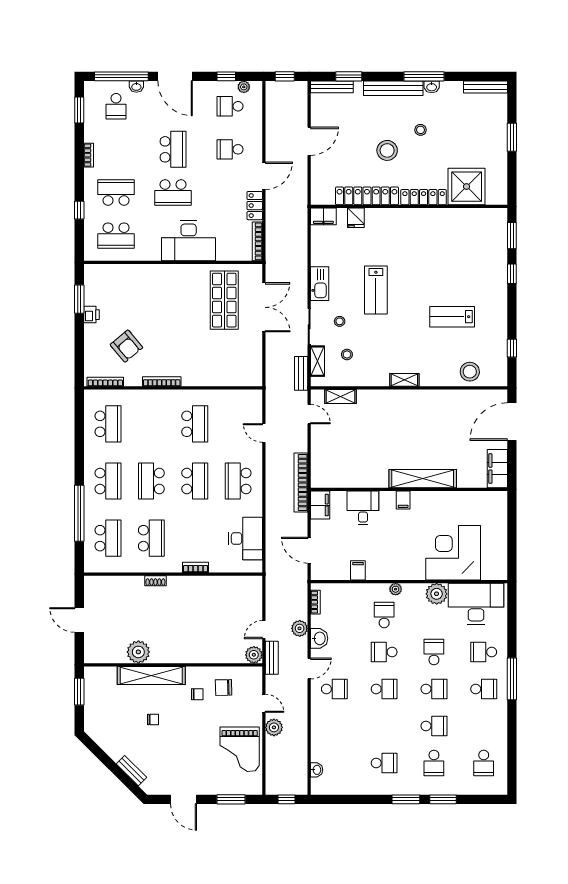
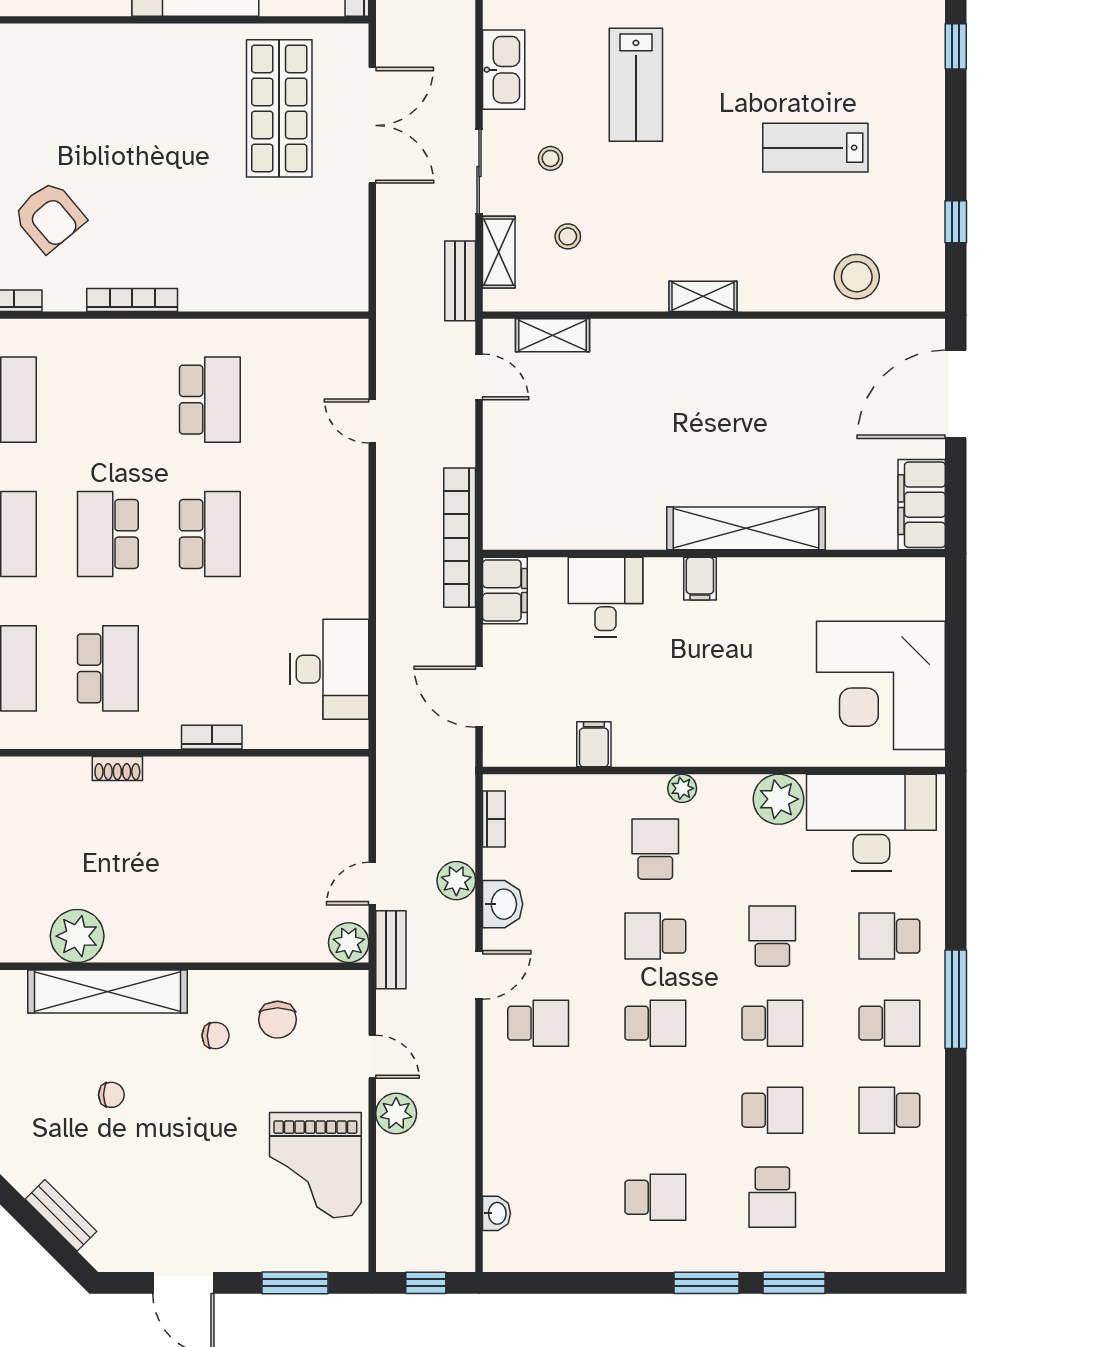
school desk: (238, 481) -> (312, 534), removed
corner desk: (453, 553) -> (881, 685), moved, turned -90
chair: (224, 687) -> (278, 1020), turned -89
school desk: (484, 763) -> (889, 1110), moved, turned 90

